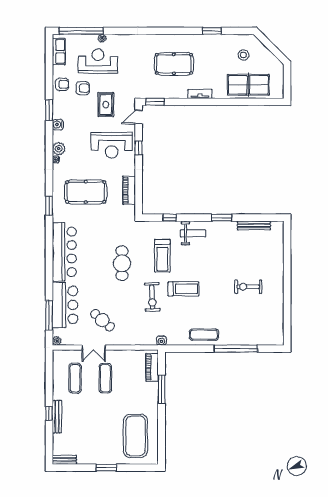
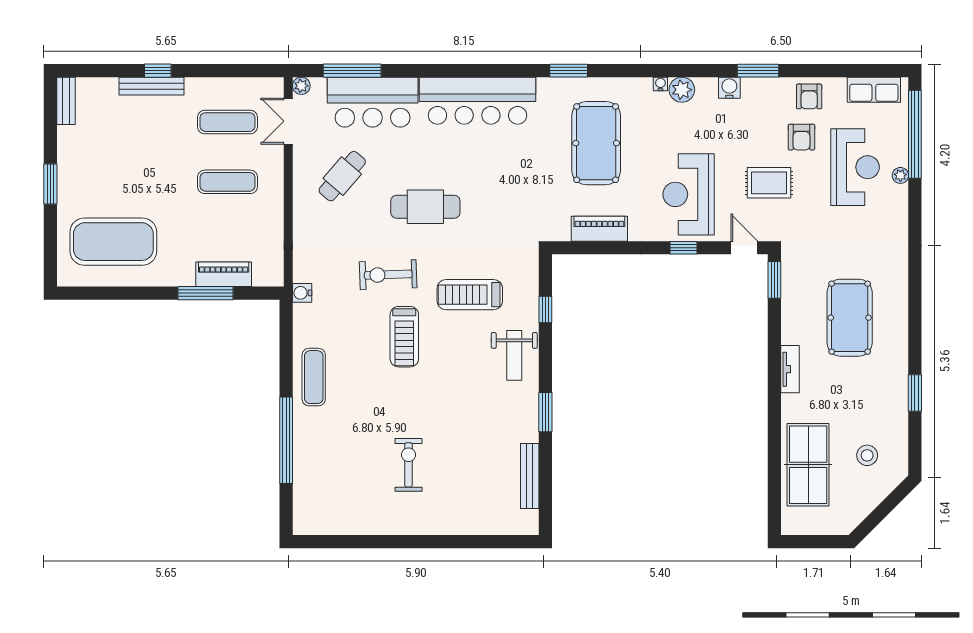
cafe table: (122, 263) -> (425, 207), moved
double door: (94, 348) -> (288, 121), moved
piano: (152, 367) -> (224, 274), moved

